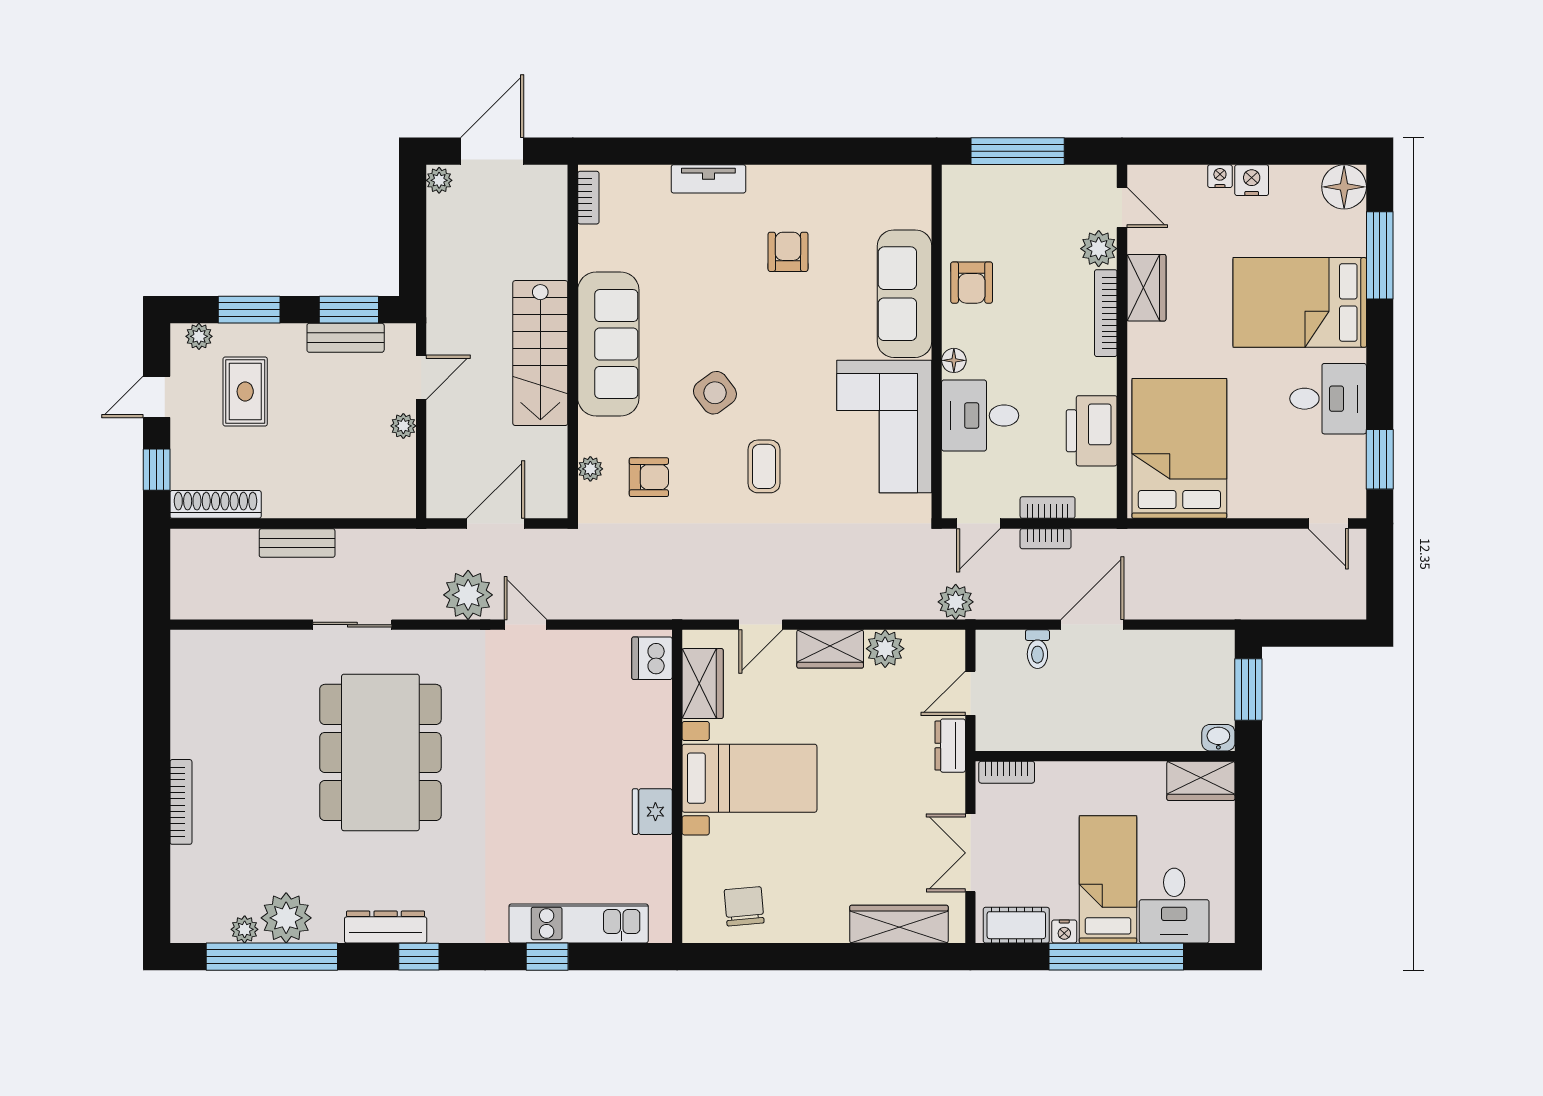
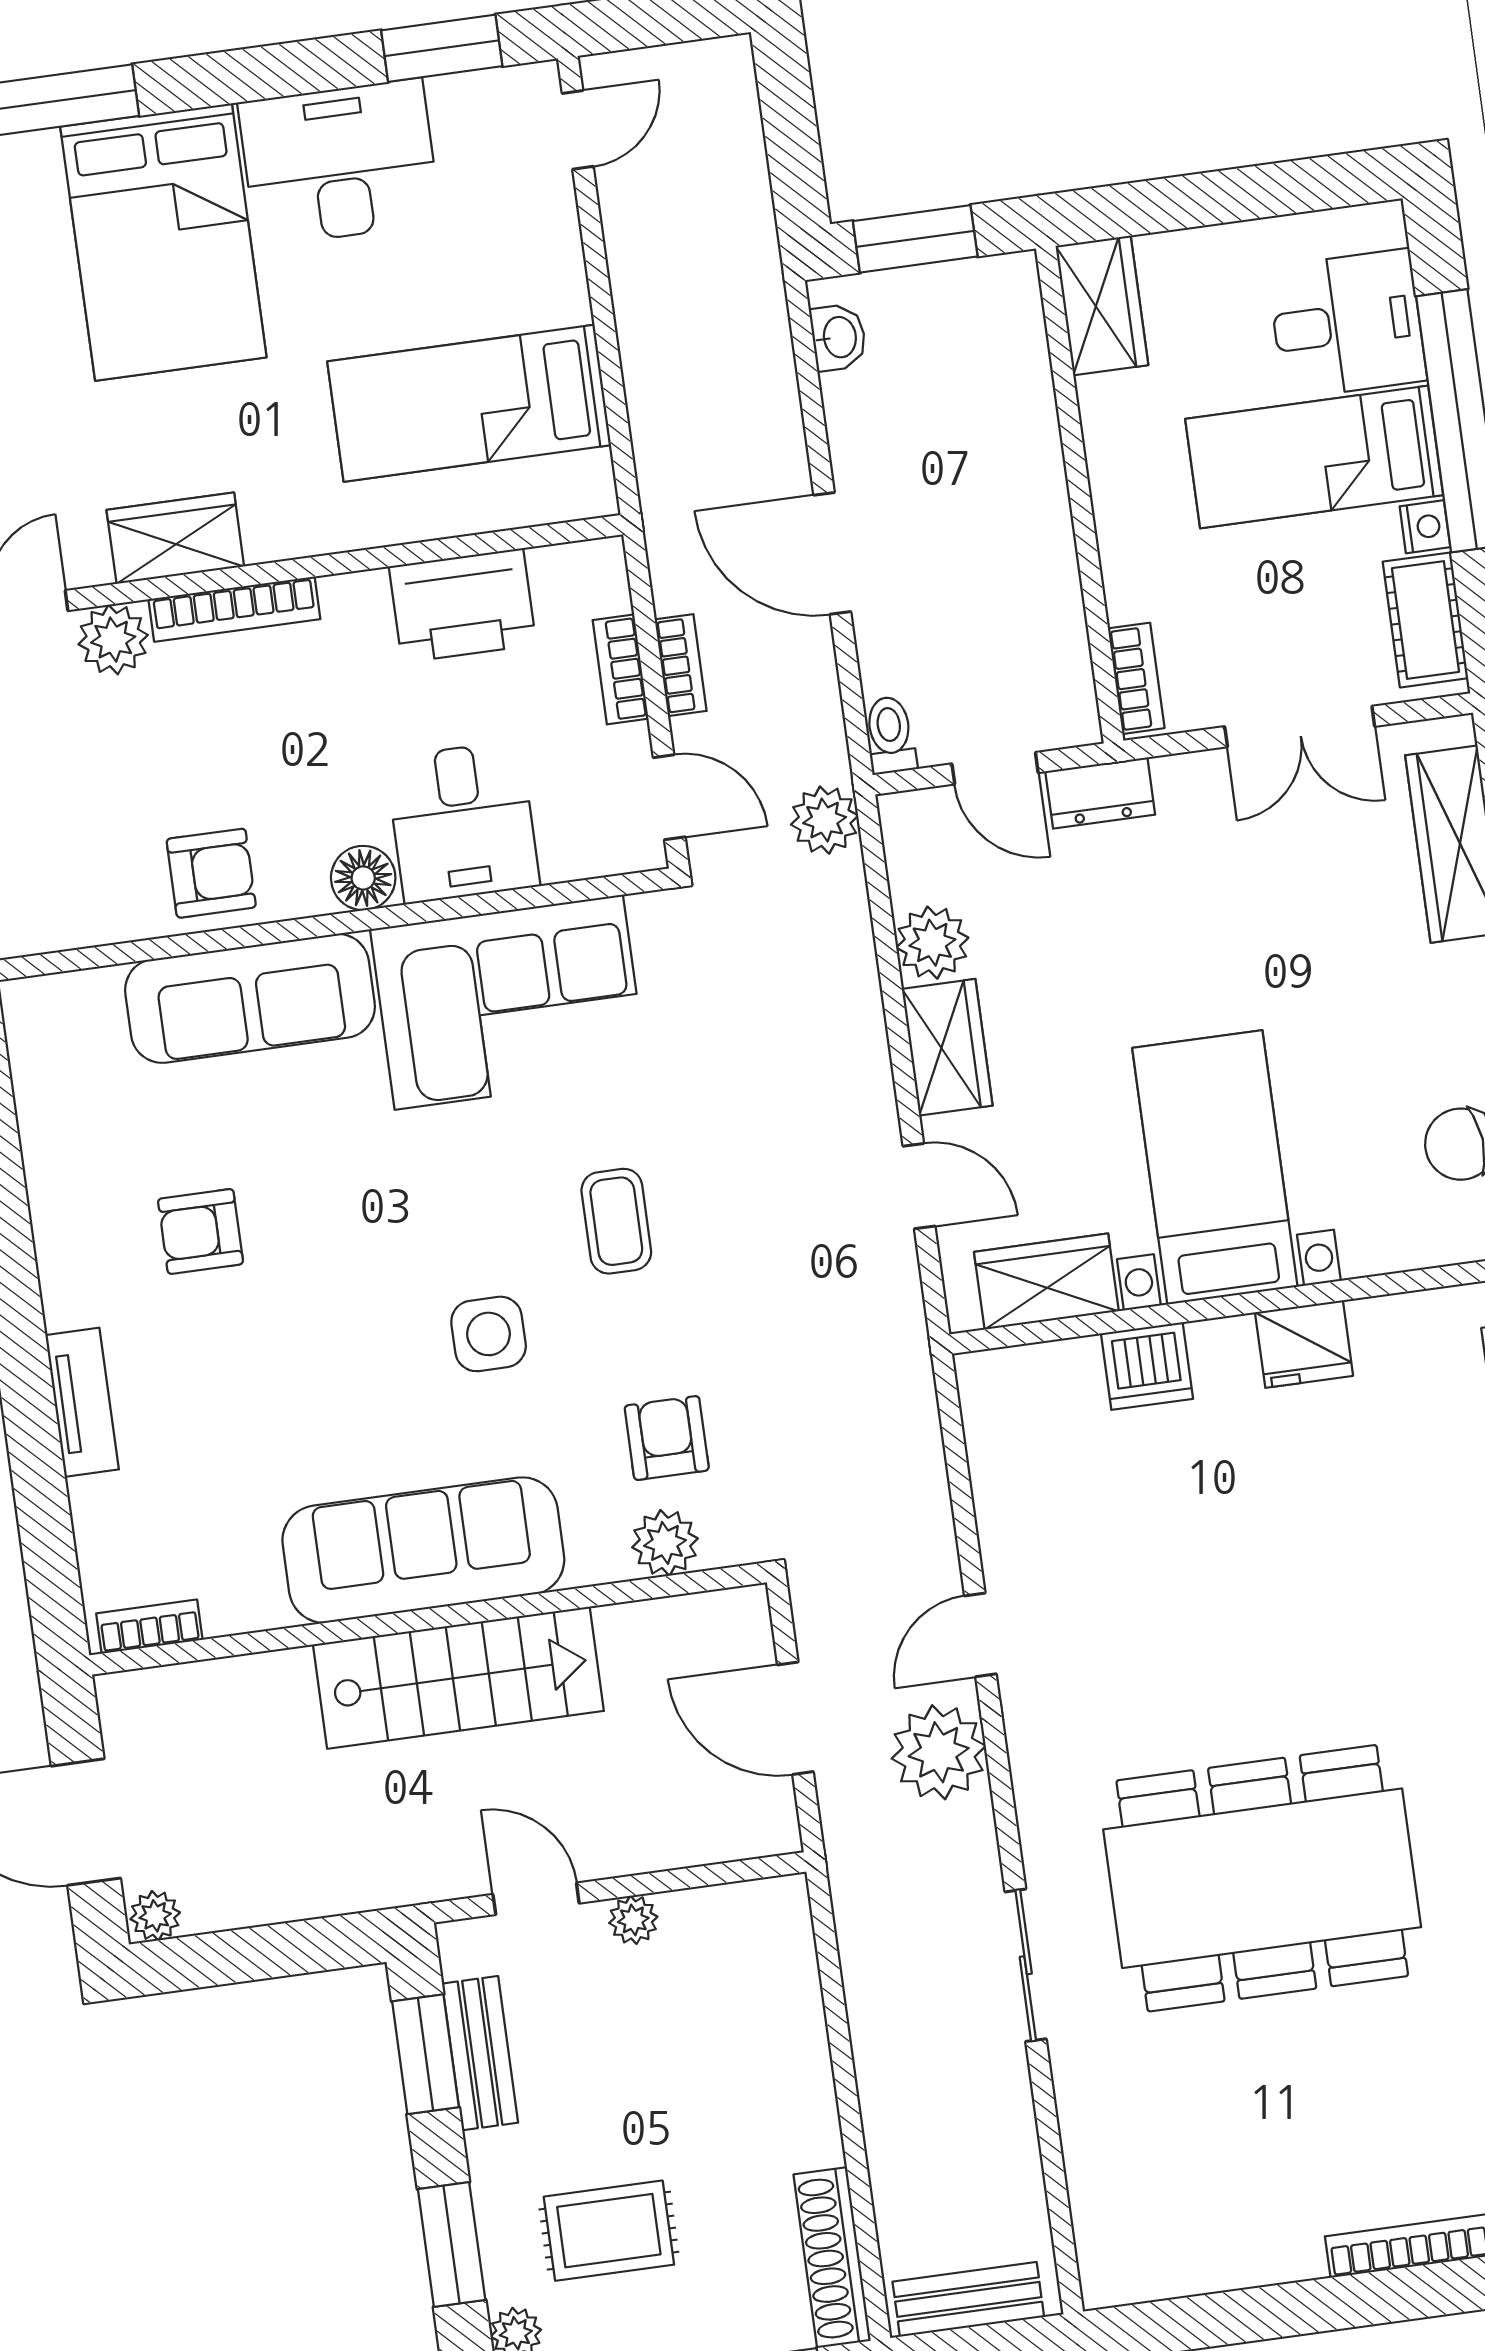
floor lamp: (954, 360) -> (363, 878), width x1.37, depth x1.37
side table: (715, 393) -> (489, 1334), turned 37
desk: (1328, 399) -> (340, 163), width x1.37
bed: (1179, 448) -> (469, 403), width x0.67
coffee table: (764, 466) -> (616, 1221), turned 90
plant: (590, 469) -> (665, 1543), width x1.38, depth x1.38
bench: (297, 543) -> (968, 2299), moved, turned 90
toilet: (1037, 649) -> (890, 735), moved, turned -90
dishwasher: (652, 658) -> (1147, 1366), moved
washbasin: (1218, 738) -> (838, 337), moved, turned 180

